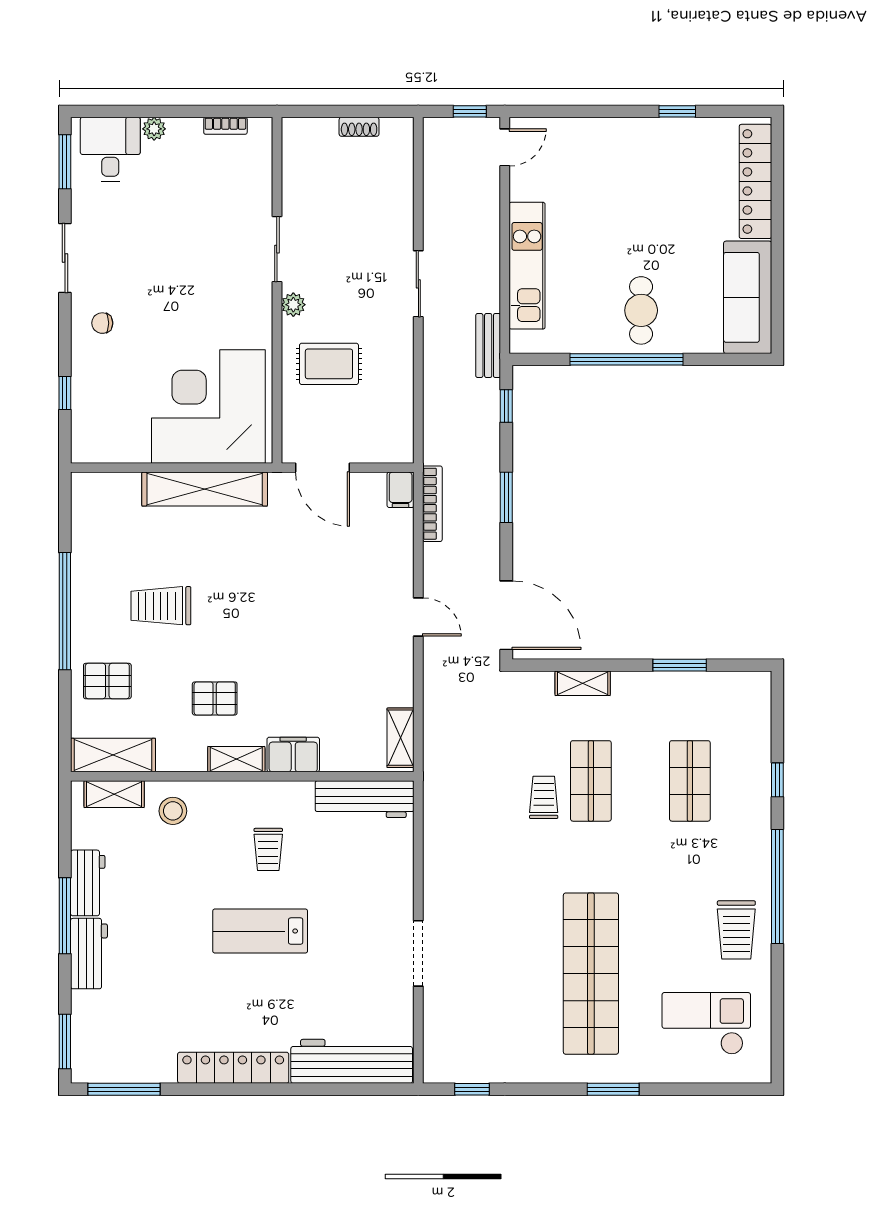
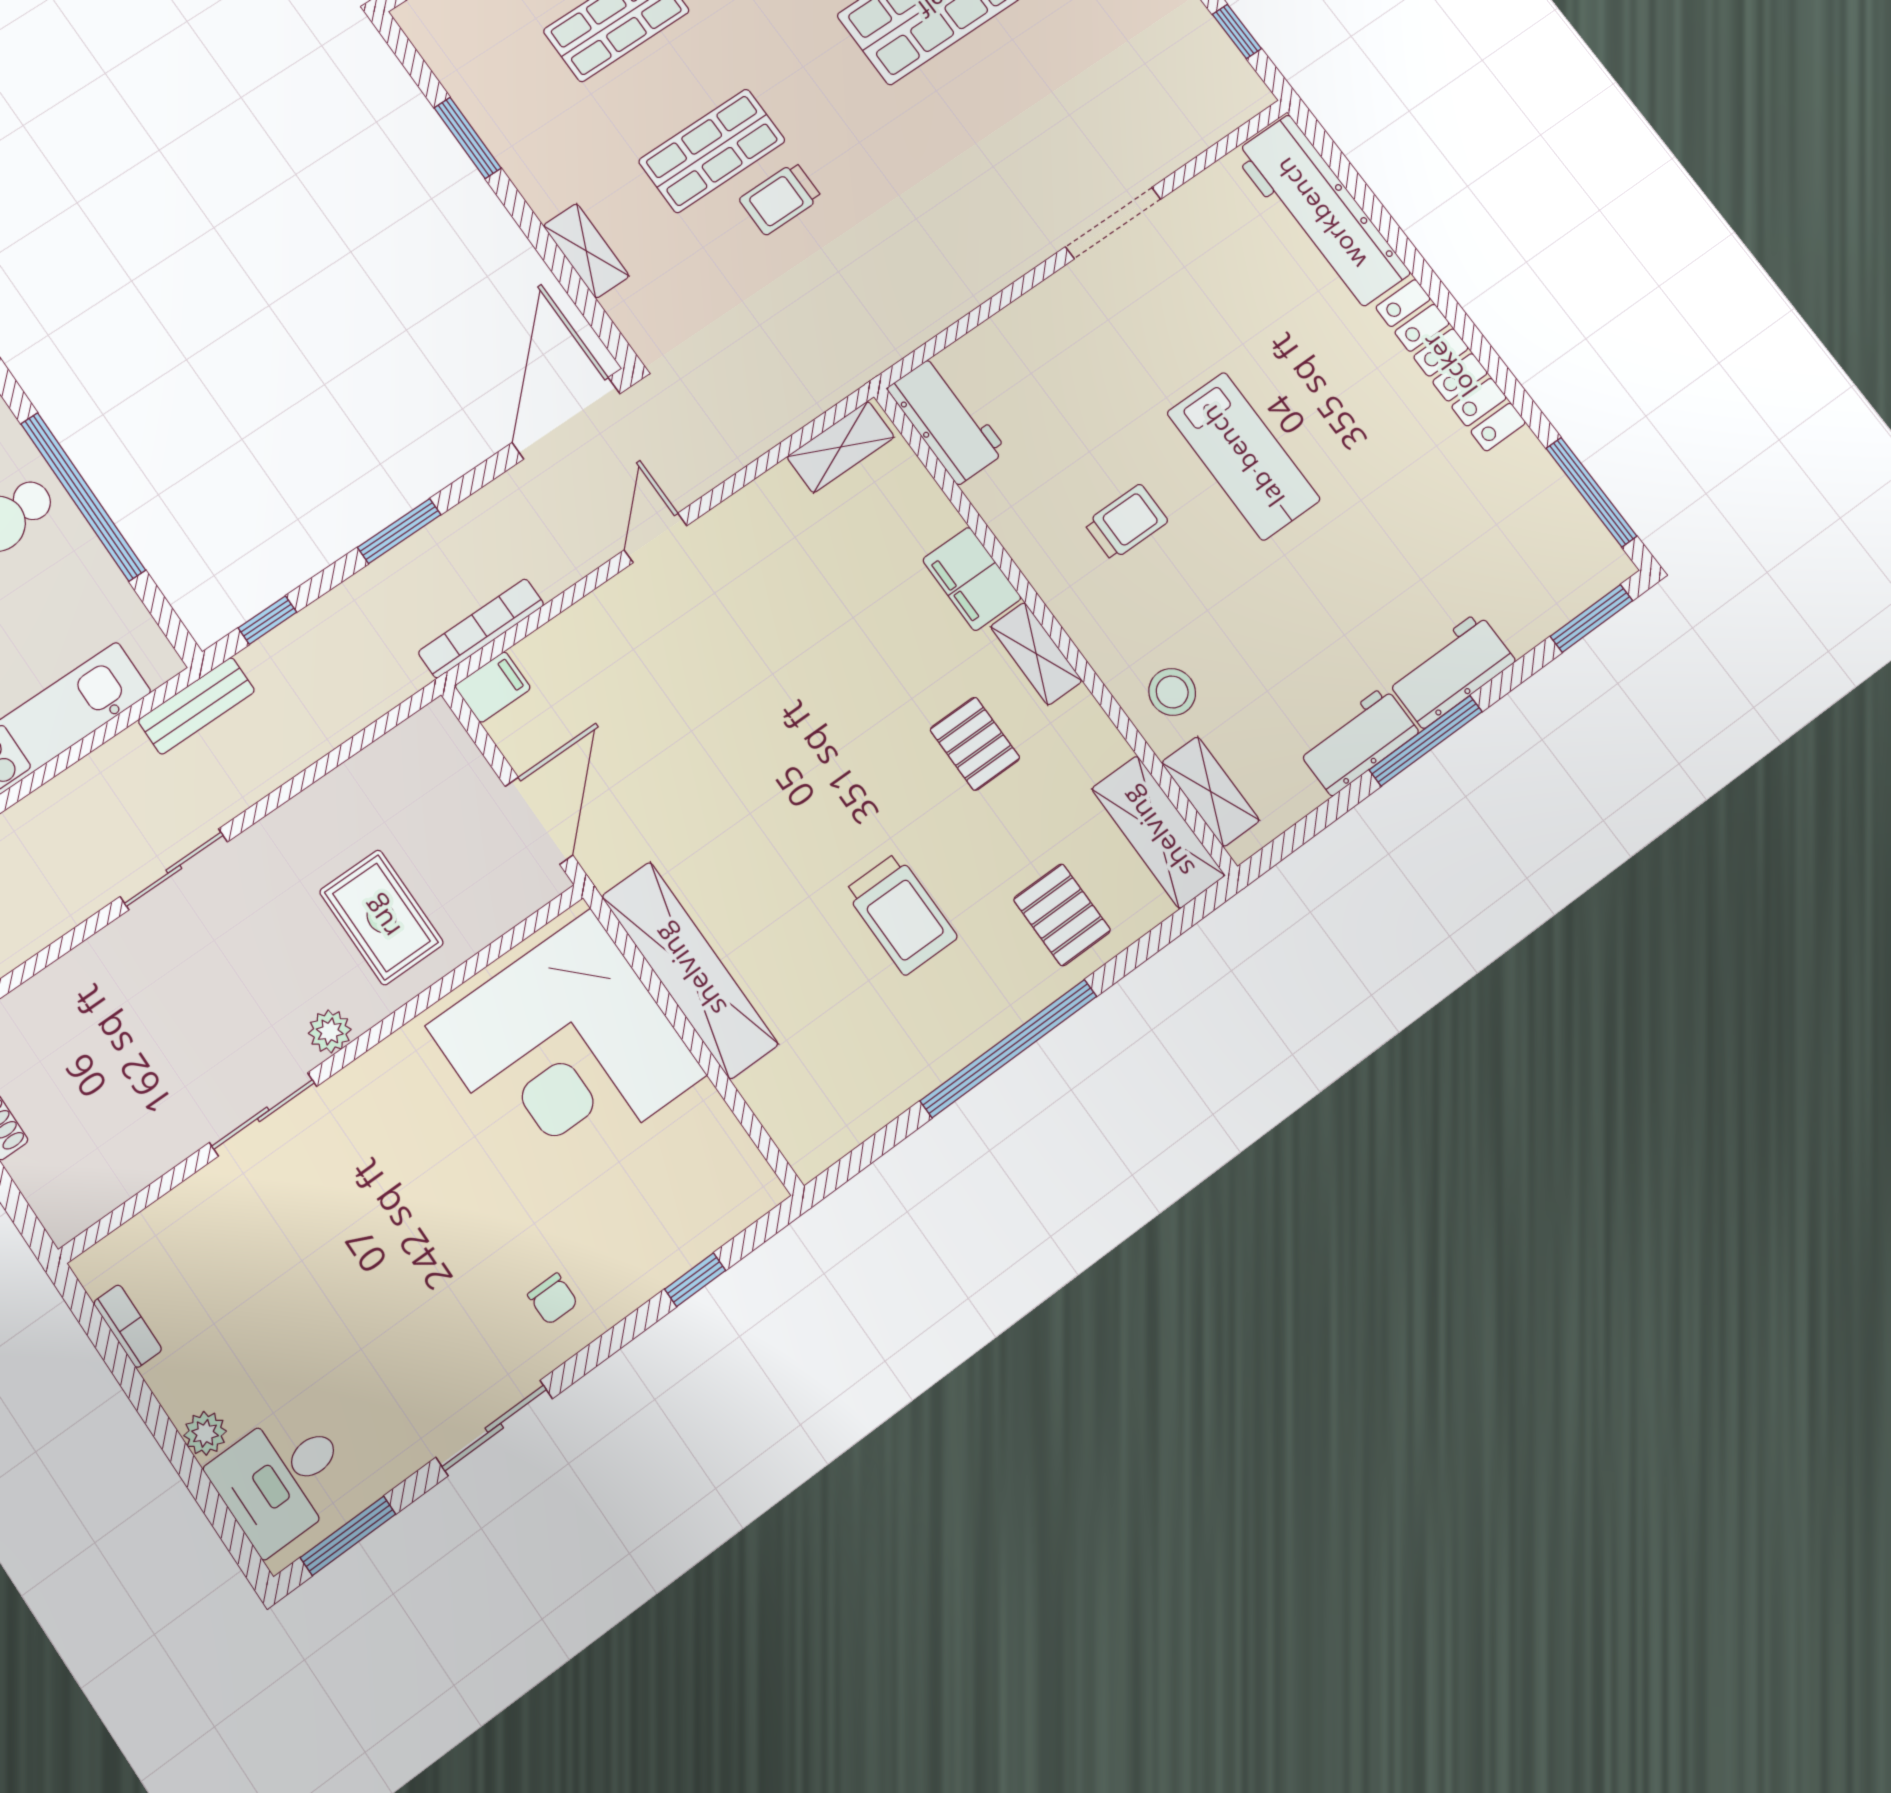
workbench: (365, 799) -> (947, 420), width x0.73

